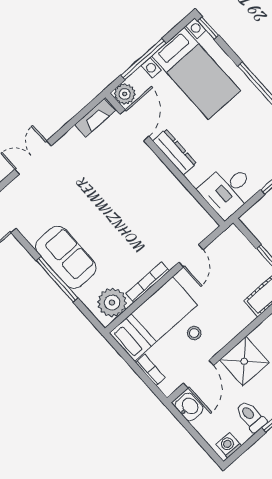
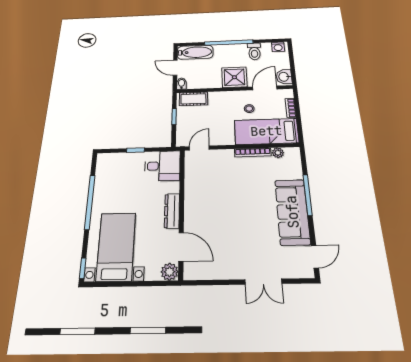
window: (143, 59) -> (138, 284), removed
fireplace: (95, 118) -> (201, 273), removed
door: (134, 125) -> (181, 247), swing flipped
door: (191, 256) -> (199, 148), moved
sofa: (66, 257) -> (292, 212), width x1.36
plant: (112, 303) -> (278, 153), width x0.53, depth x0.53

